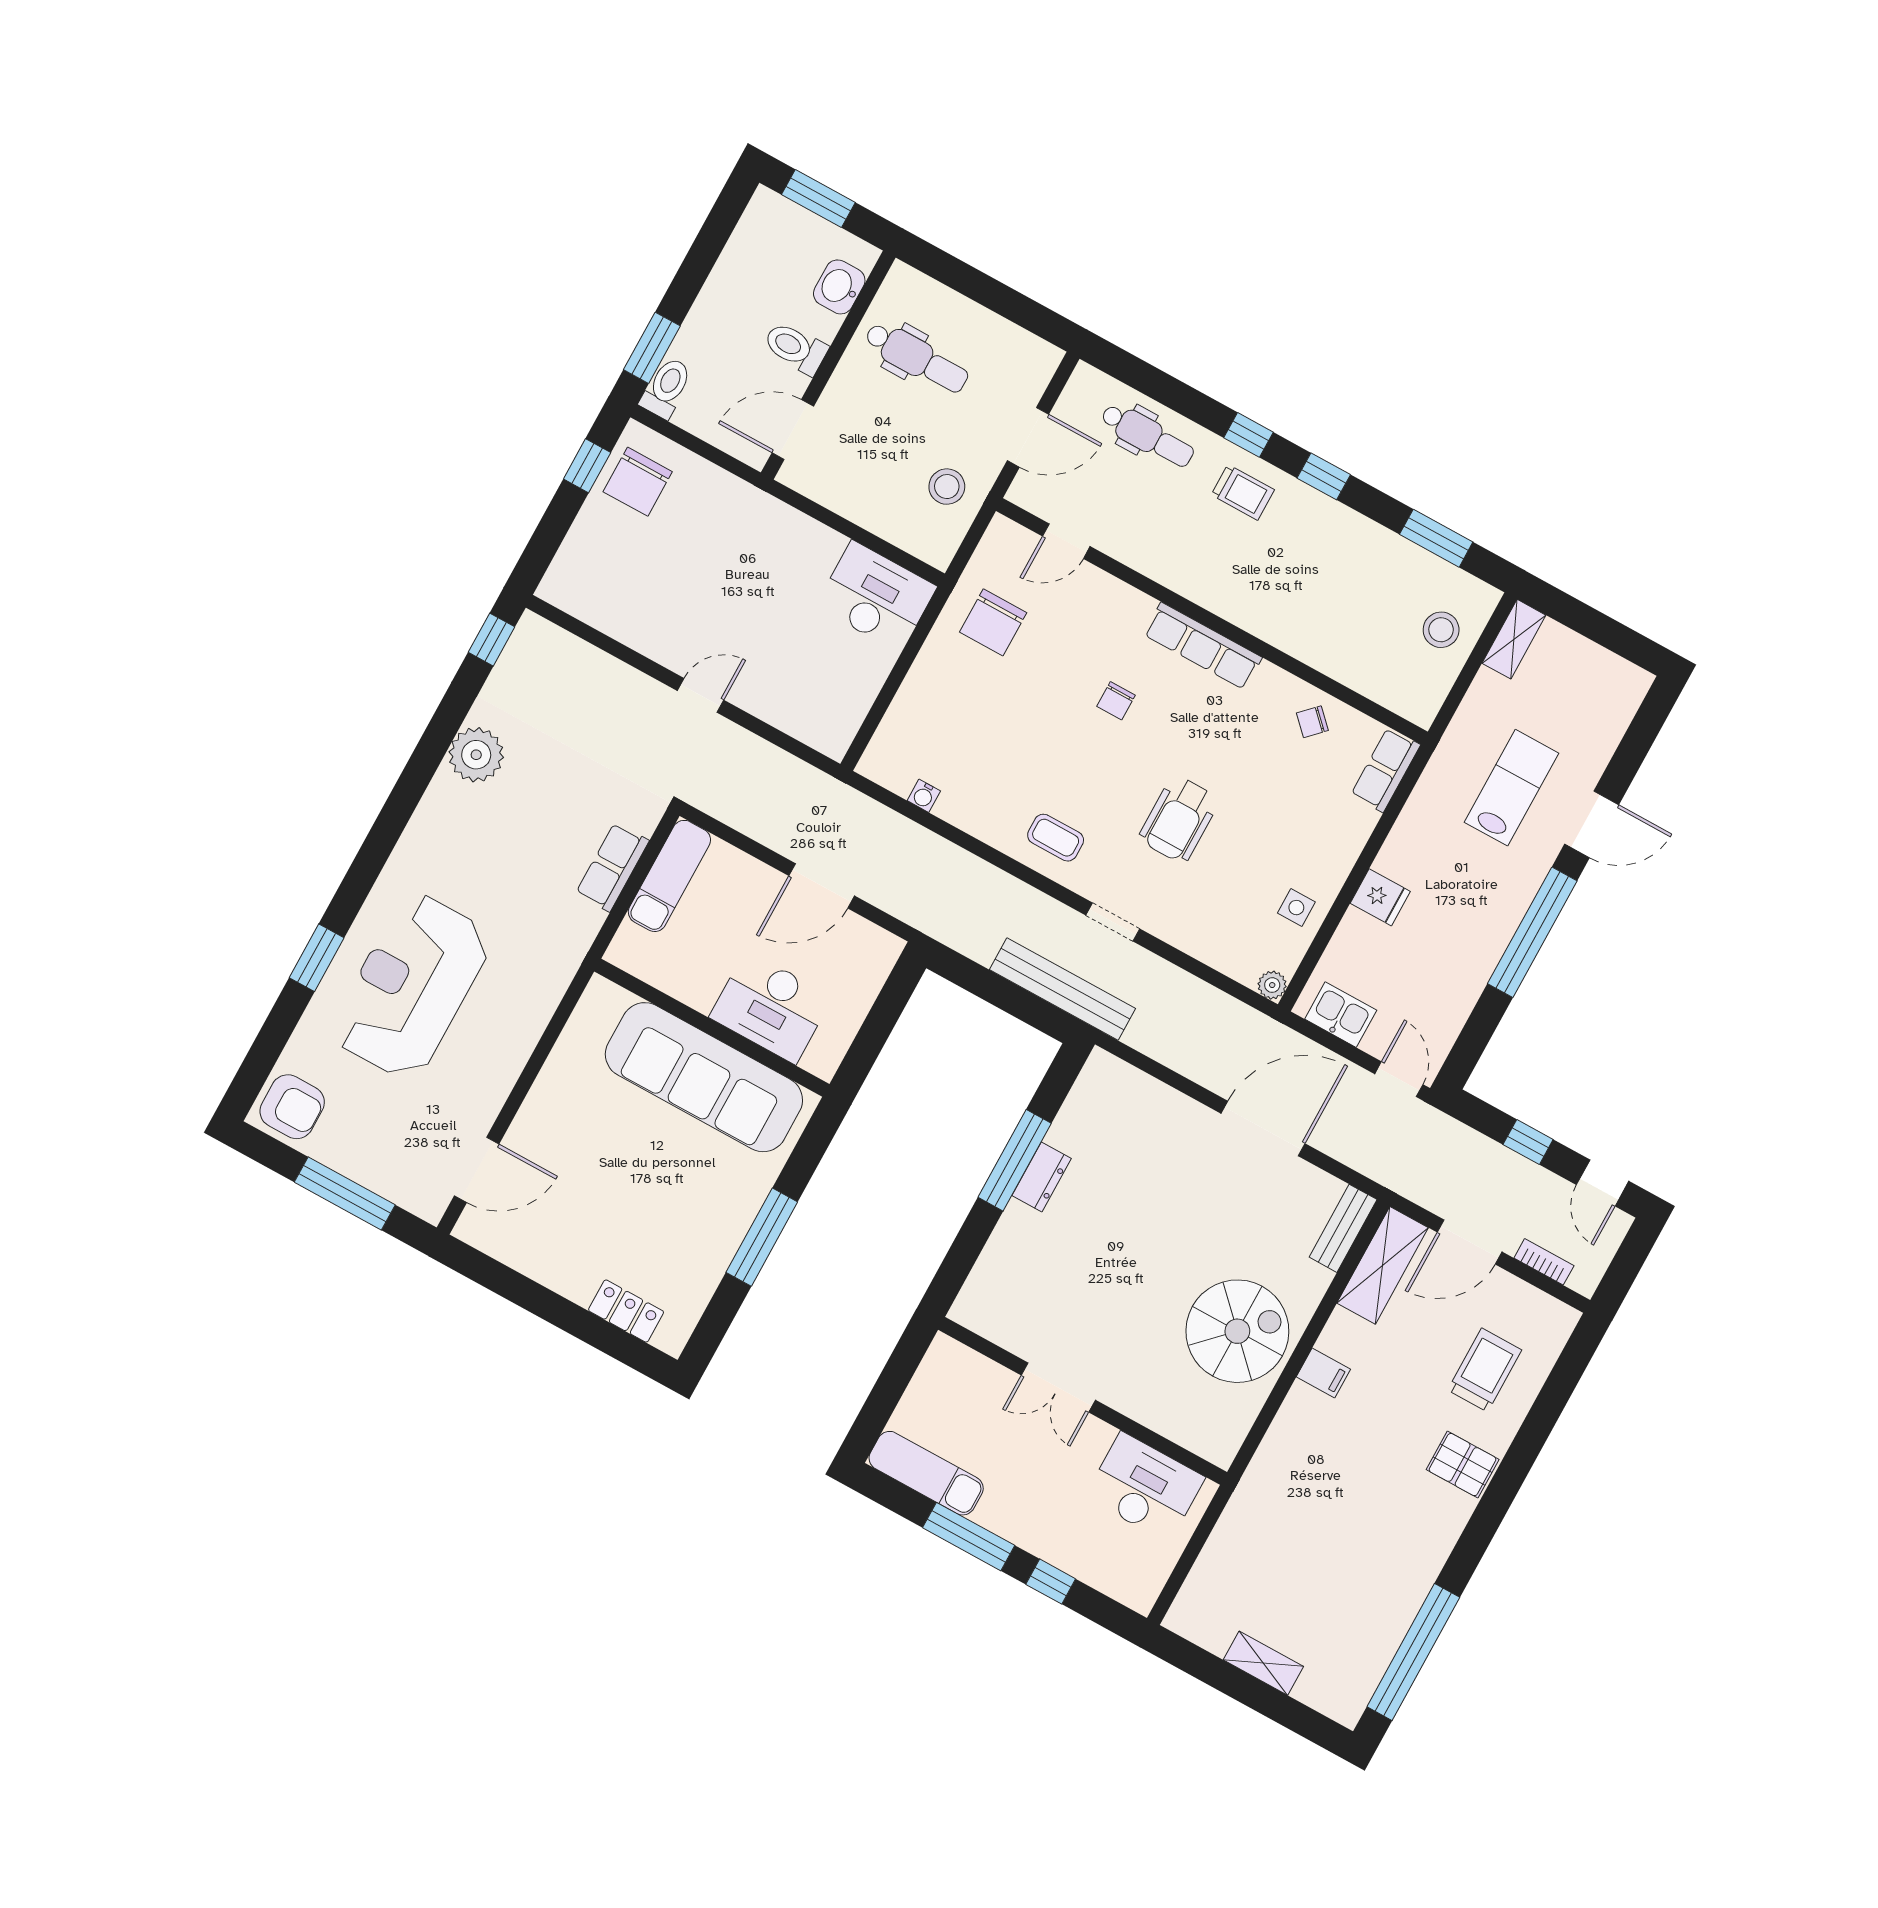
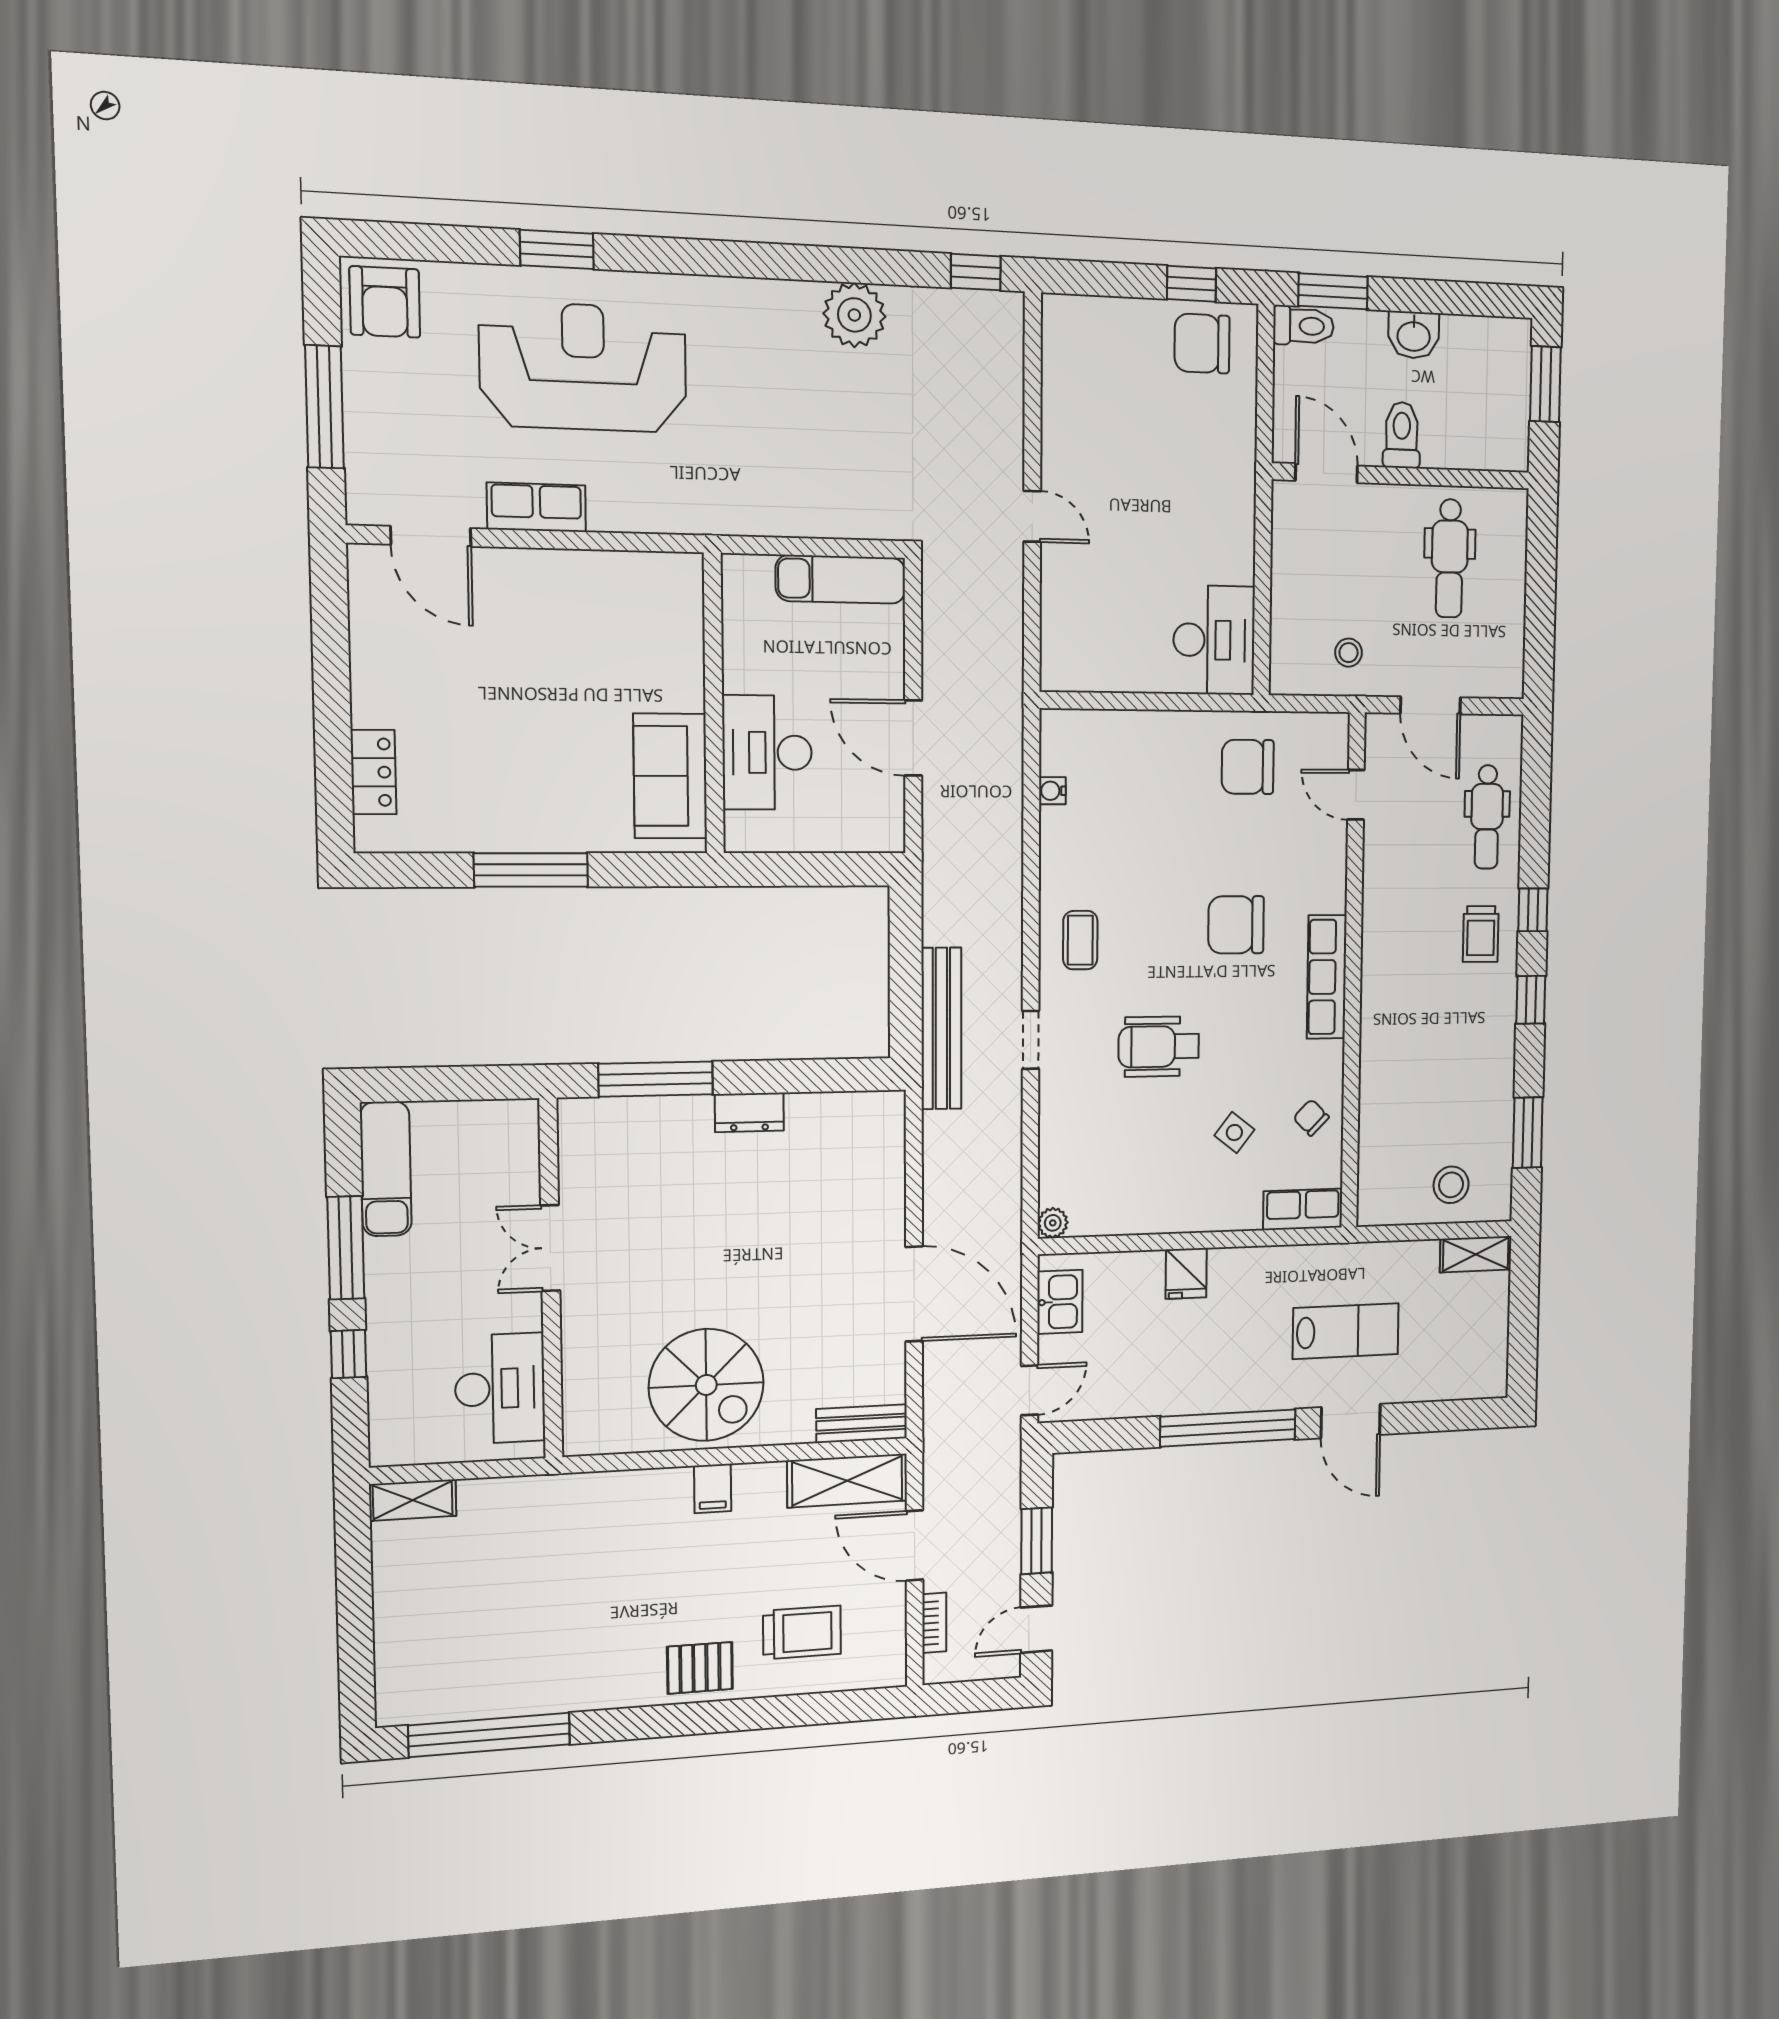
washbasin: (839, 287) -> (1414, 335), moved, turned 180
stool: (947, 487) -> (1349, 653), width x0.73, depth x0.73
chair: (1116, 701) -> (1236, 925), width x1.87, depth x1.87
row of seats: (612, 867) -> (536, 507), moved
side table: (1296, 908) -> (1234, 1133), moved, turned 38
sofa: (704, 1077) -> (670, 776), width x0.54, depth x0.79
window: (1528, 1142) -> (1037, 1541), width x1.50
window: (1015, 1160) -> (656, 1079), moved
pallet: (1463, 1465) -> (700, 1668), turned 90
shelving: (1263, 1663) -> (413, 1500), moved, turned 90

